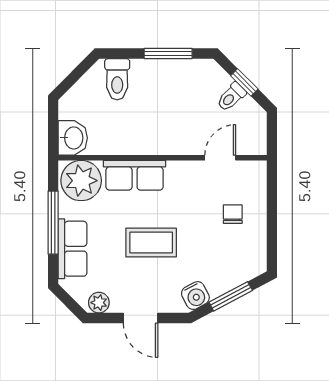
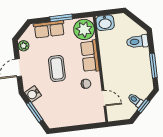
chair: (233, 214) -> (86, 84), moved
window: (53, 223) -> (61, 18), width x0.69

